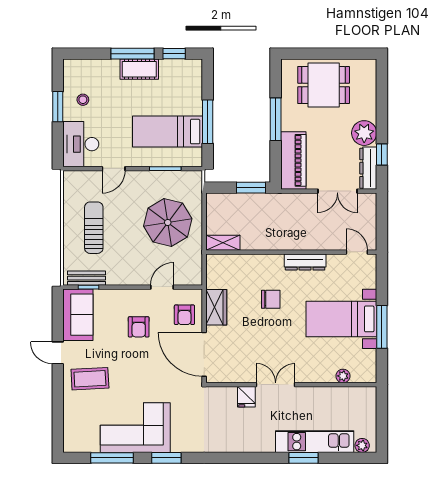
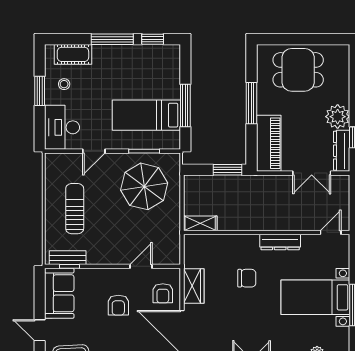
cot: (139, 69) -> (73, 54), moved
parasol: (168, 222) -> (144, 186), moved
door: (357, 252) -> (331, 232), hinge flipped

